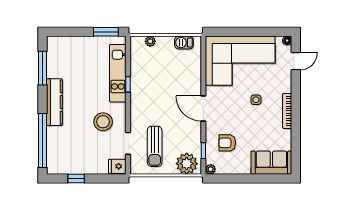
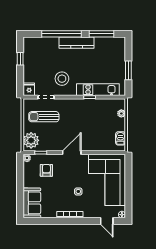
window: (106, 32) -> (128, 70), moved
window: (42, 140) -> (62, 34), moved

